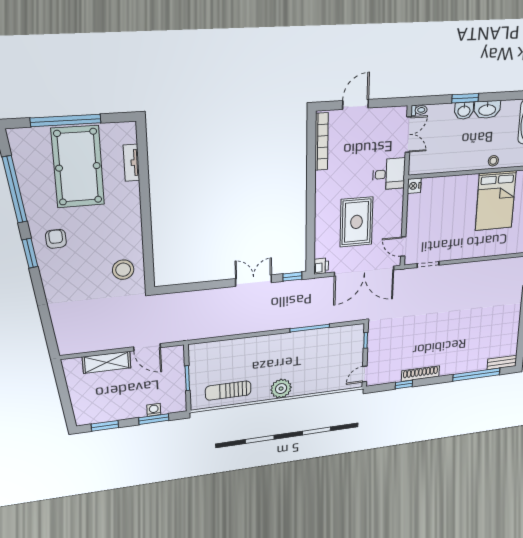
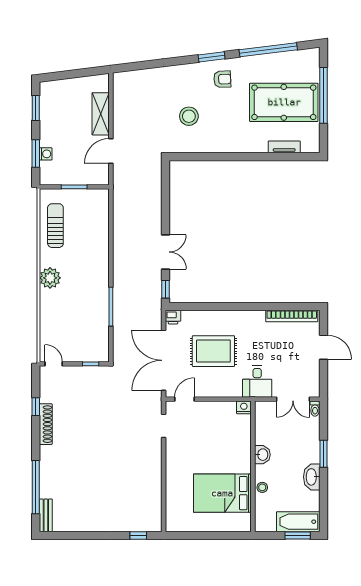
washbasin: (464, 111) -> (262, 455), moved, turned 180
stool: (123, 270) -> (189, 116), moved

